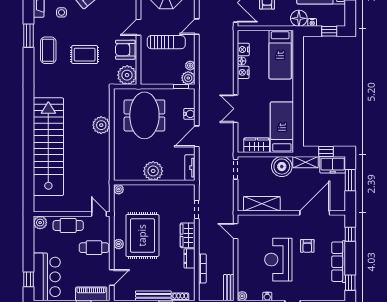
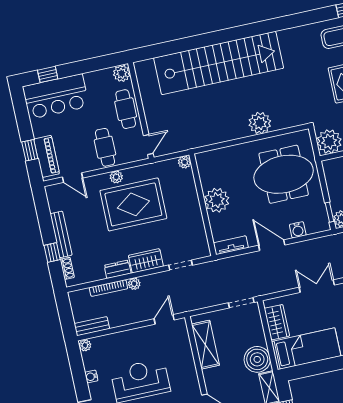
plant: (203, 248) -> (134, 284), added

